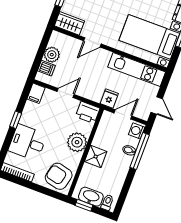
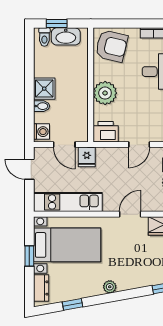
door: (123, 114) -> (64, 145), hinge flipped
window: (140, 151) -> (29, 110), removed
shower: (96, 157) -> (44, 89), moved
window: (84, 205) -> (57, 24), moved

